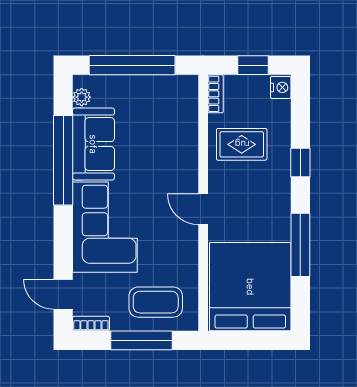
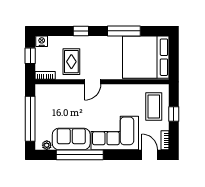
door: (203, 209) -> (93, 82), moved
door: (63, 294) -> (150, 155), swing flipped
window: (142, 340) -> (174, 114), width x0.46

